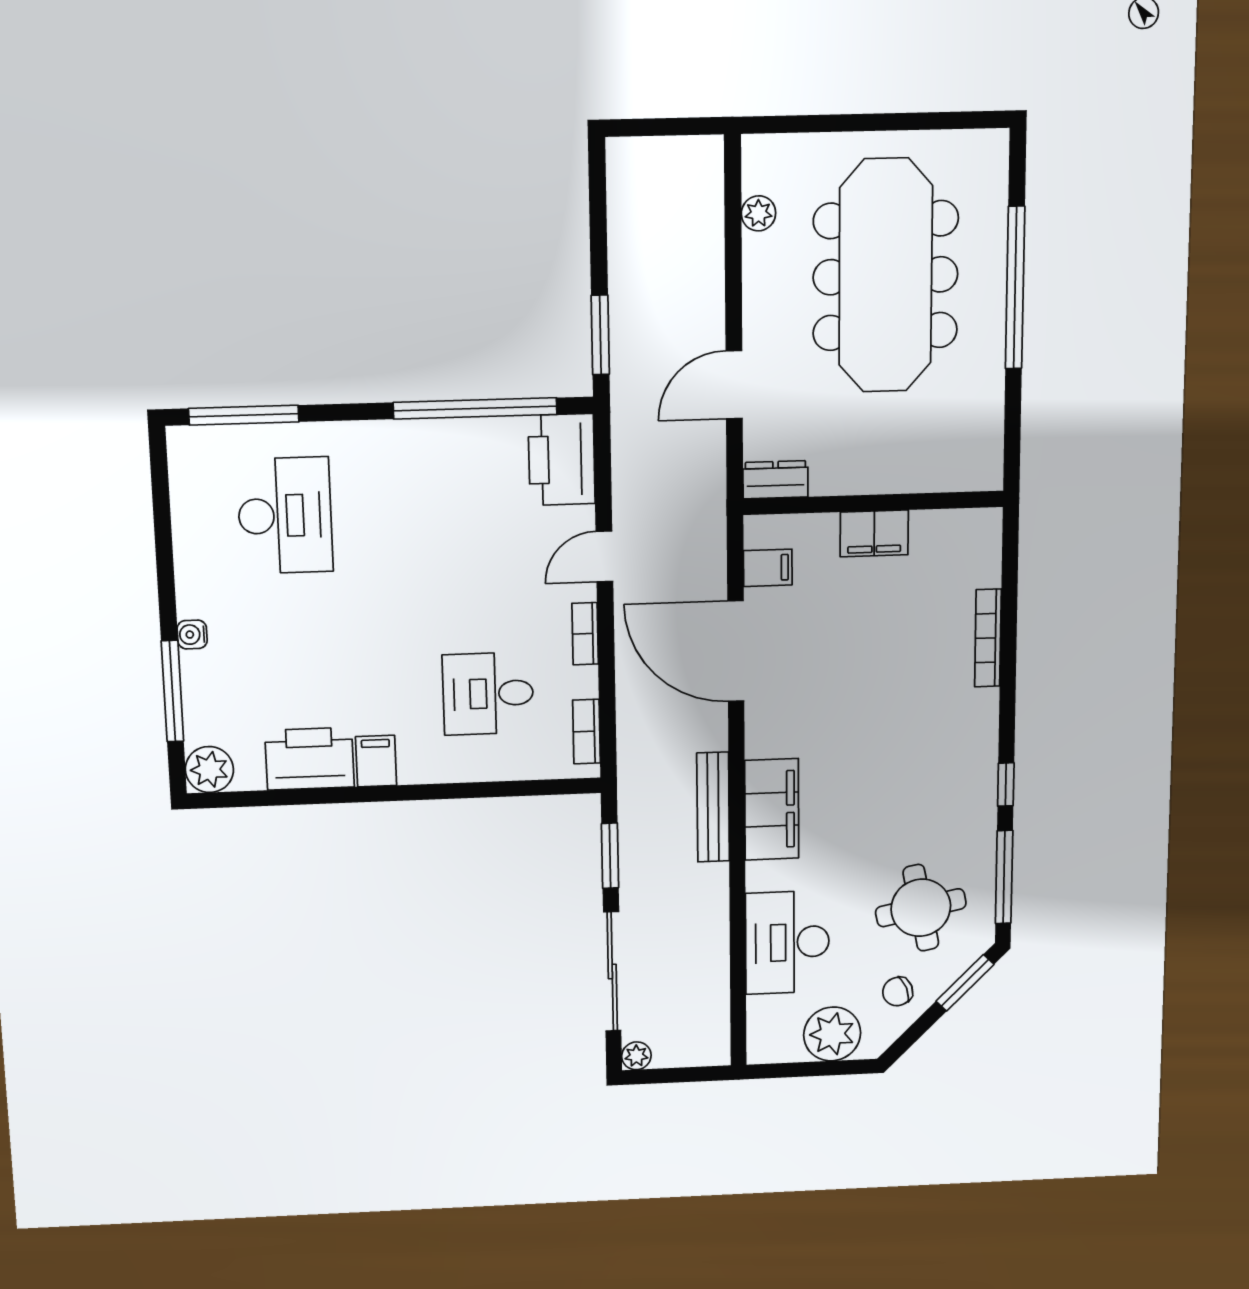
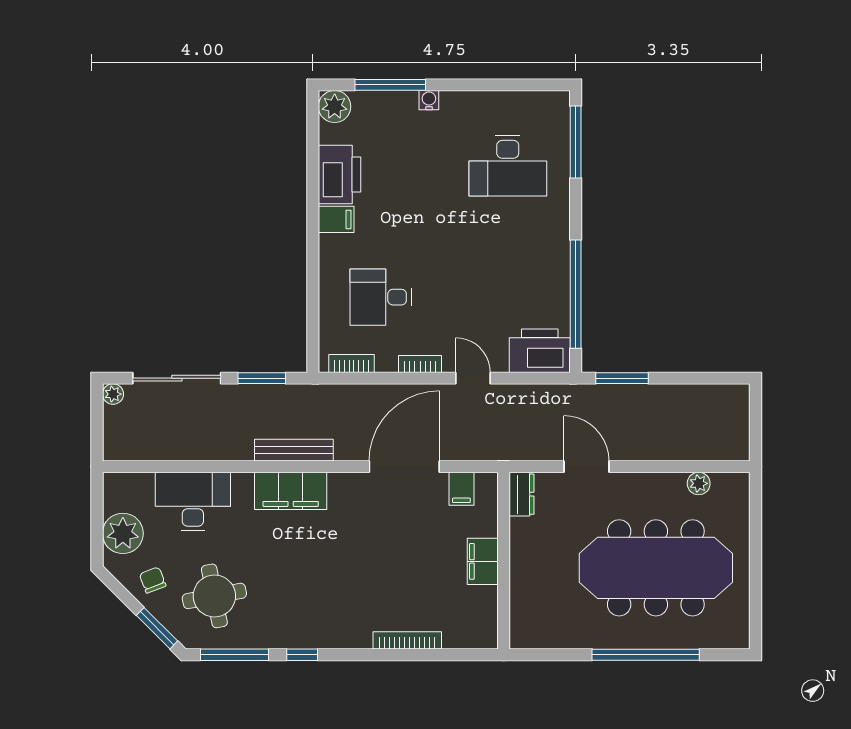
desk: (488, 694) -> (381, 297), turned -90

